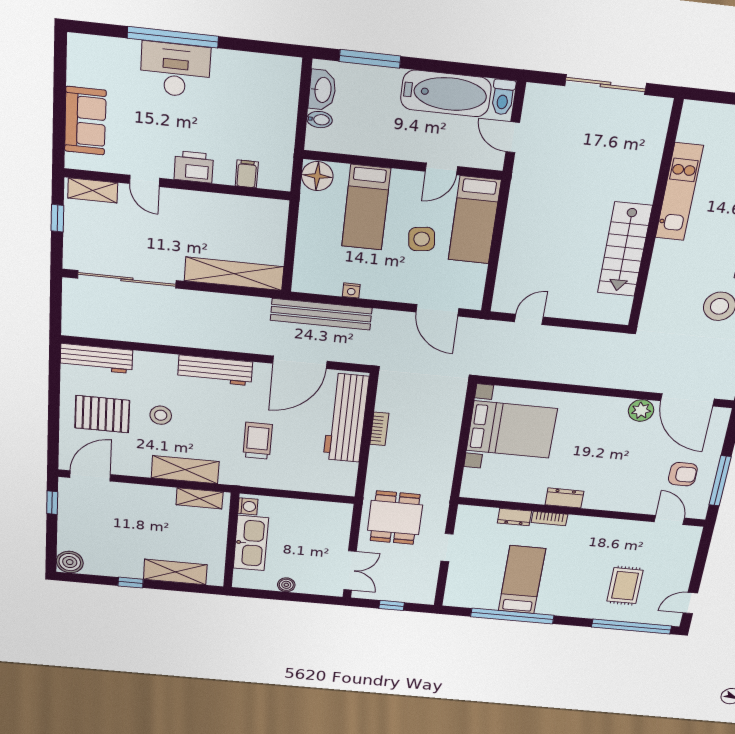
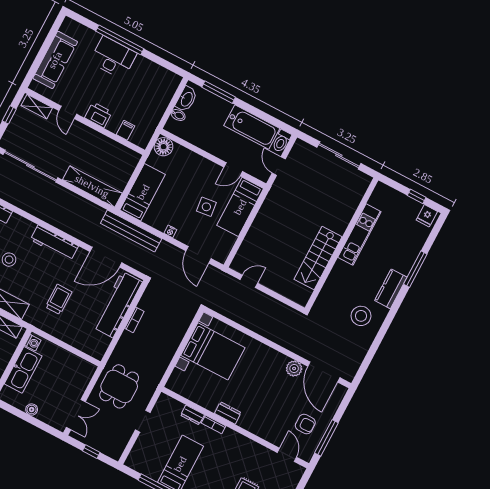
sofa: (85, 121) -> (55, 60), width x1.36
bed: (366, 208) -> (143, 192), moved, turned 180
nightstand: (351, 291) -> (170, 231), moved

